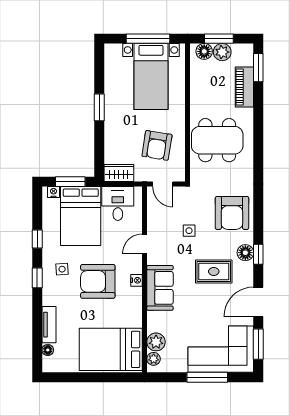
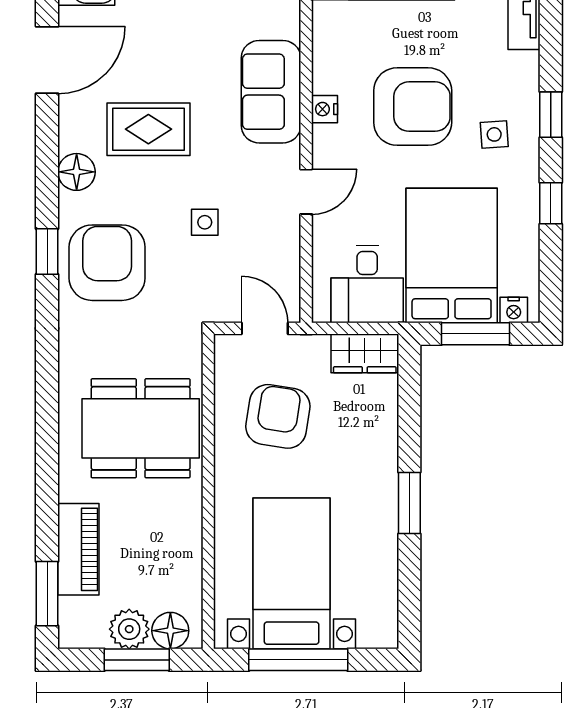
window: (258, 254) -> (47, 252), moved

